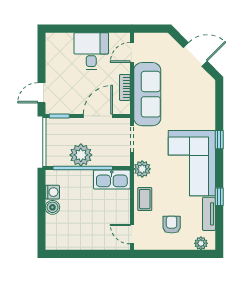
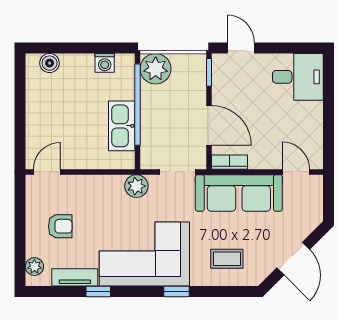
desk: (91, 51) -> (298, 77), moved
bookcase: (125, 87) -> (229, 162), moved
plant: (81, 155) -> (156, 69), moved
kitchen sink: (112, 180) -> (122, 126), moved
coffee table: (145, 199) -> (227, 259), moved
boiler: (52, 207) -> (50, 63), moved

